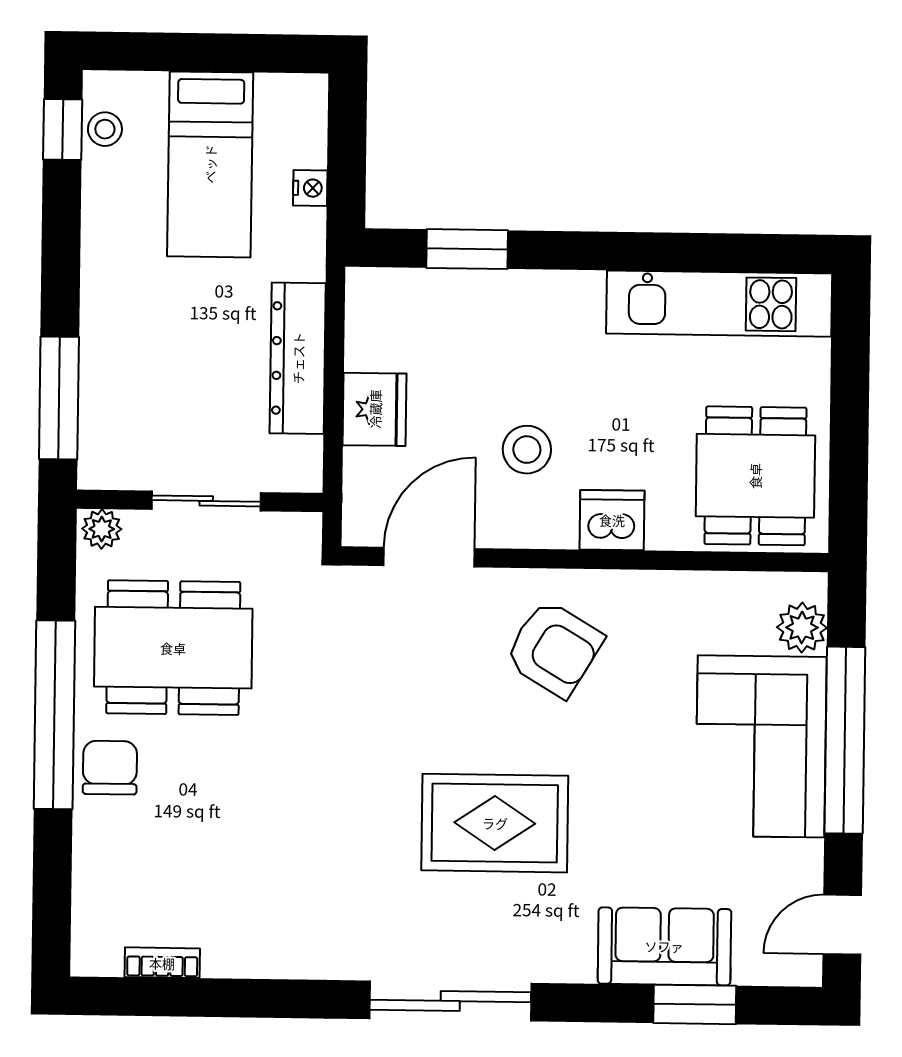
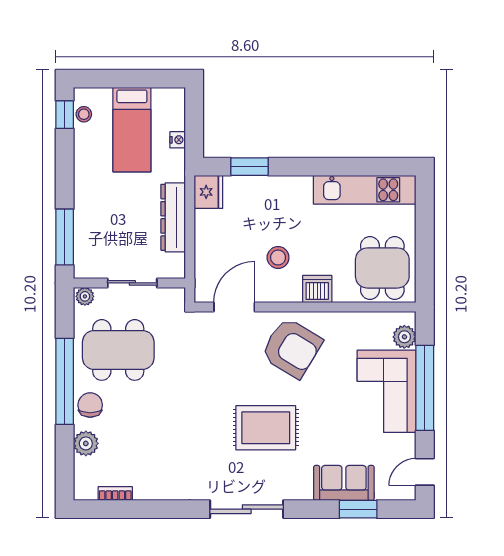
fridge: (375, 409) -> (208, 192), moved
armchair: (554, 649) -> (292, 348), width x1.36, depth x1.36
plant: (99, 852) -> (86, 443), added

